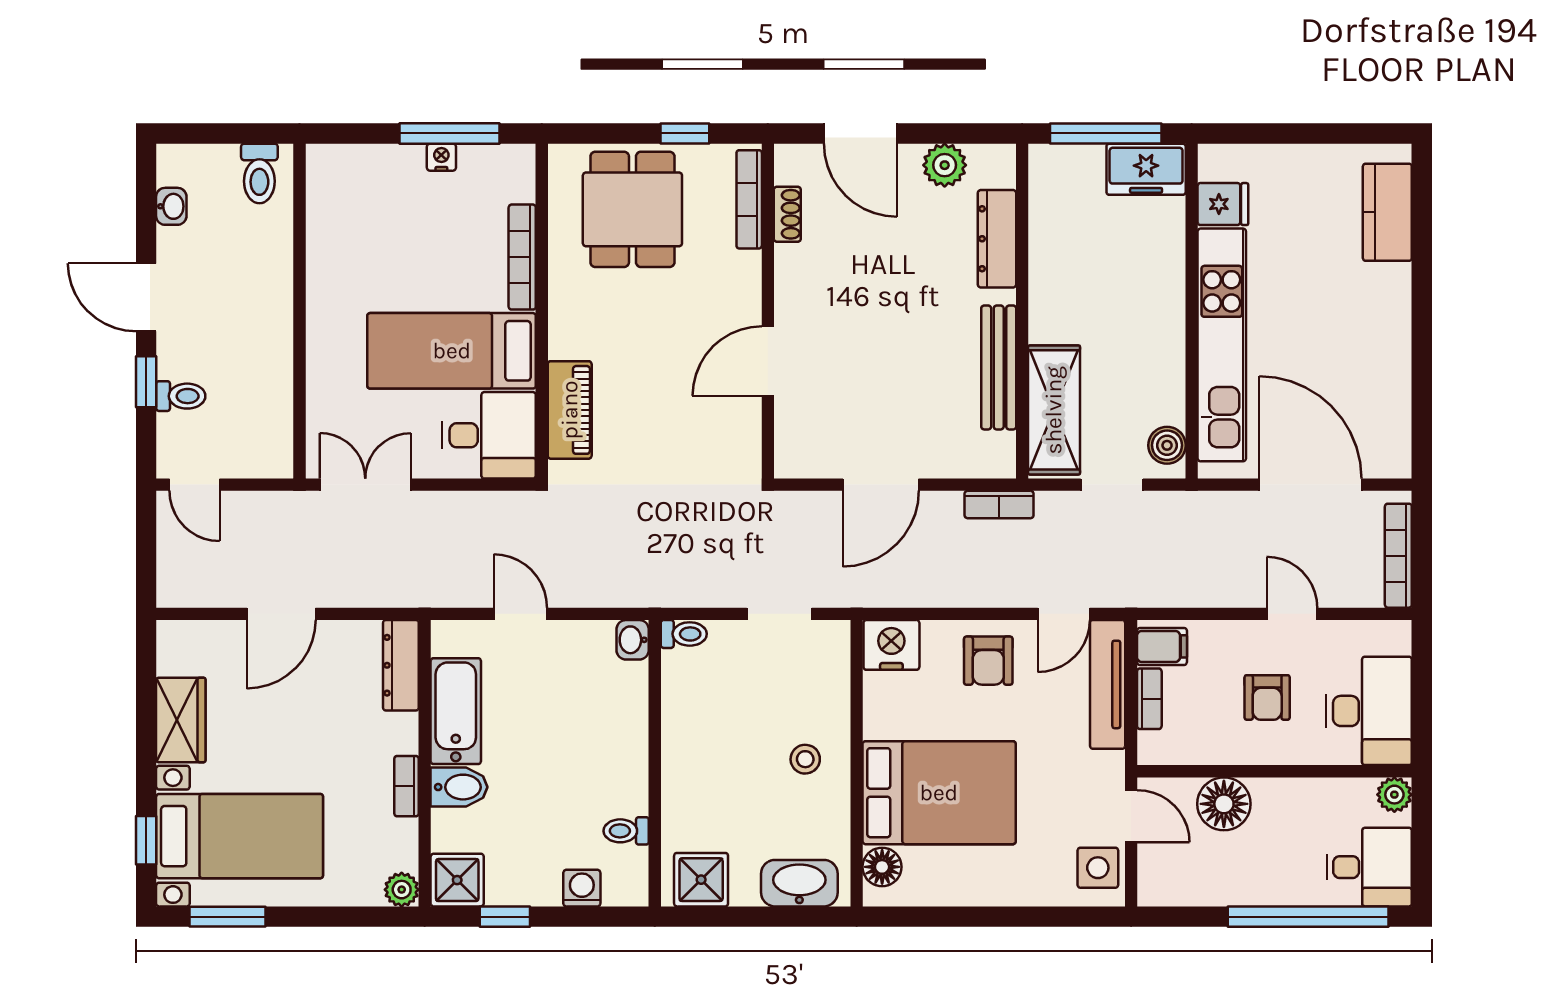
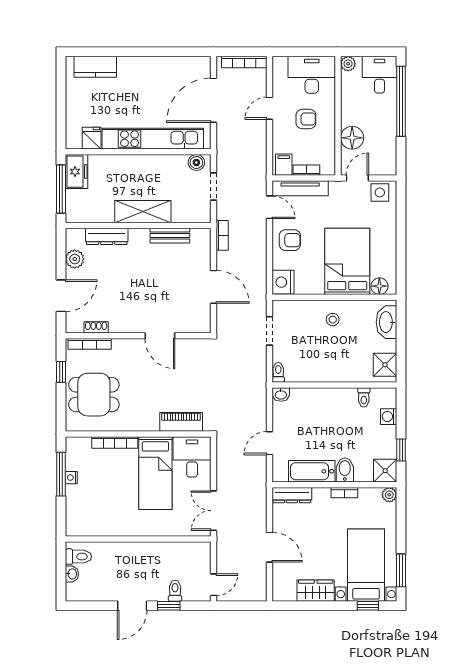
washbasin: (171, 206) -> (72, 574), moved, turned 90
bench: (999, 367) -> (170, 236), width x0.73
shelving: (1054, 410) -> (143, 212), moved

